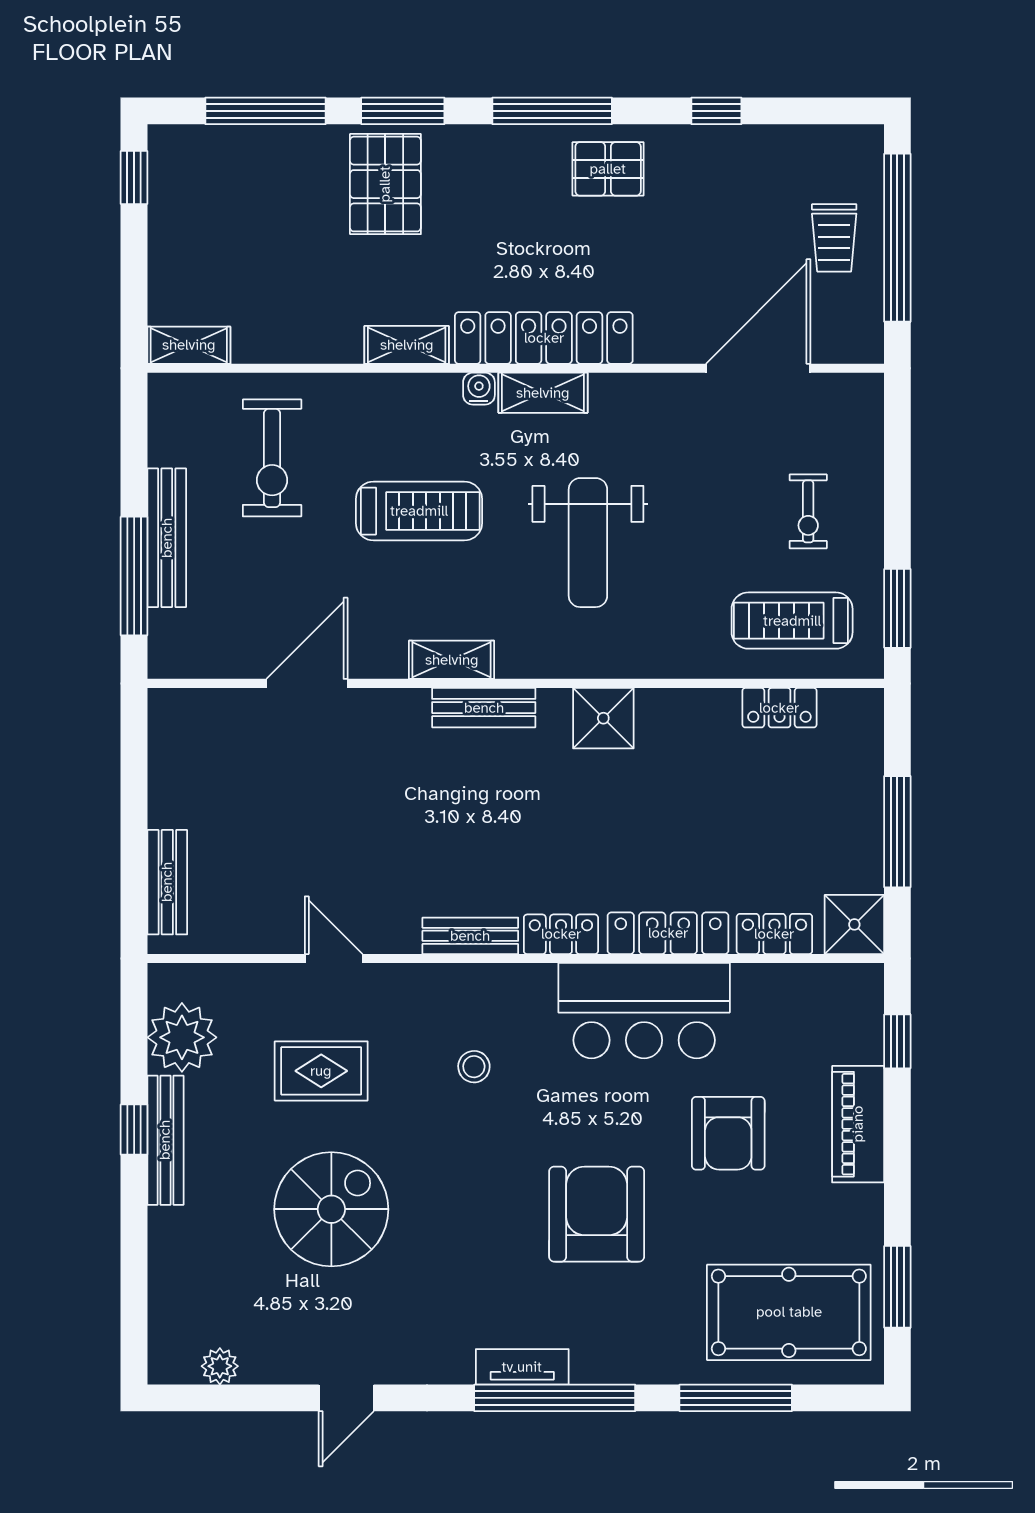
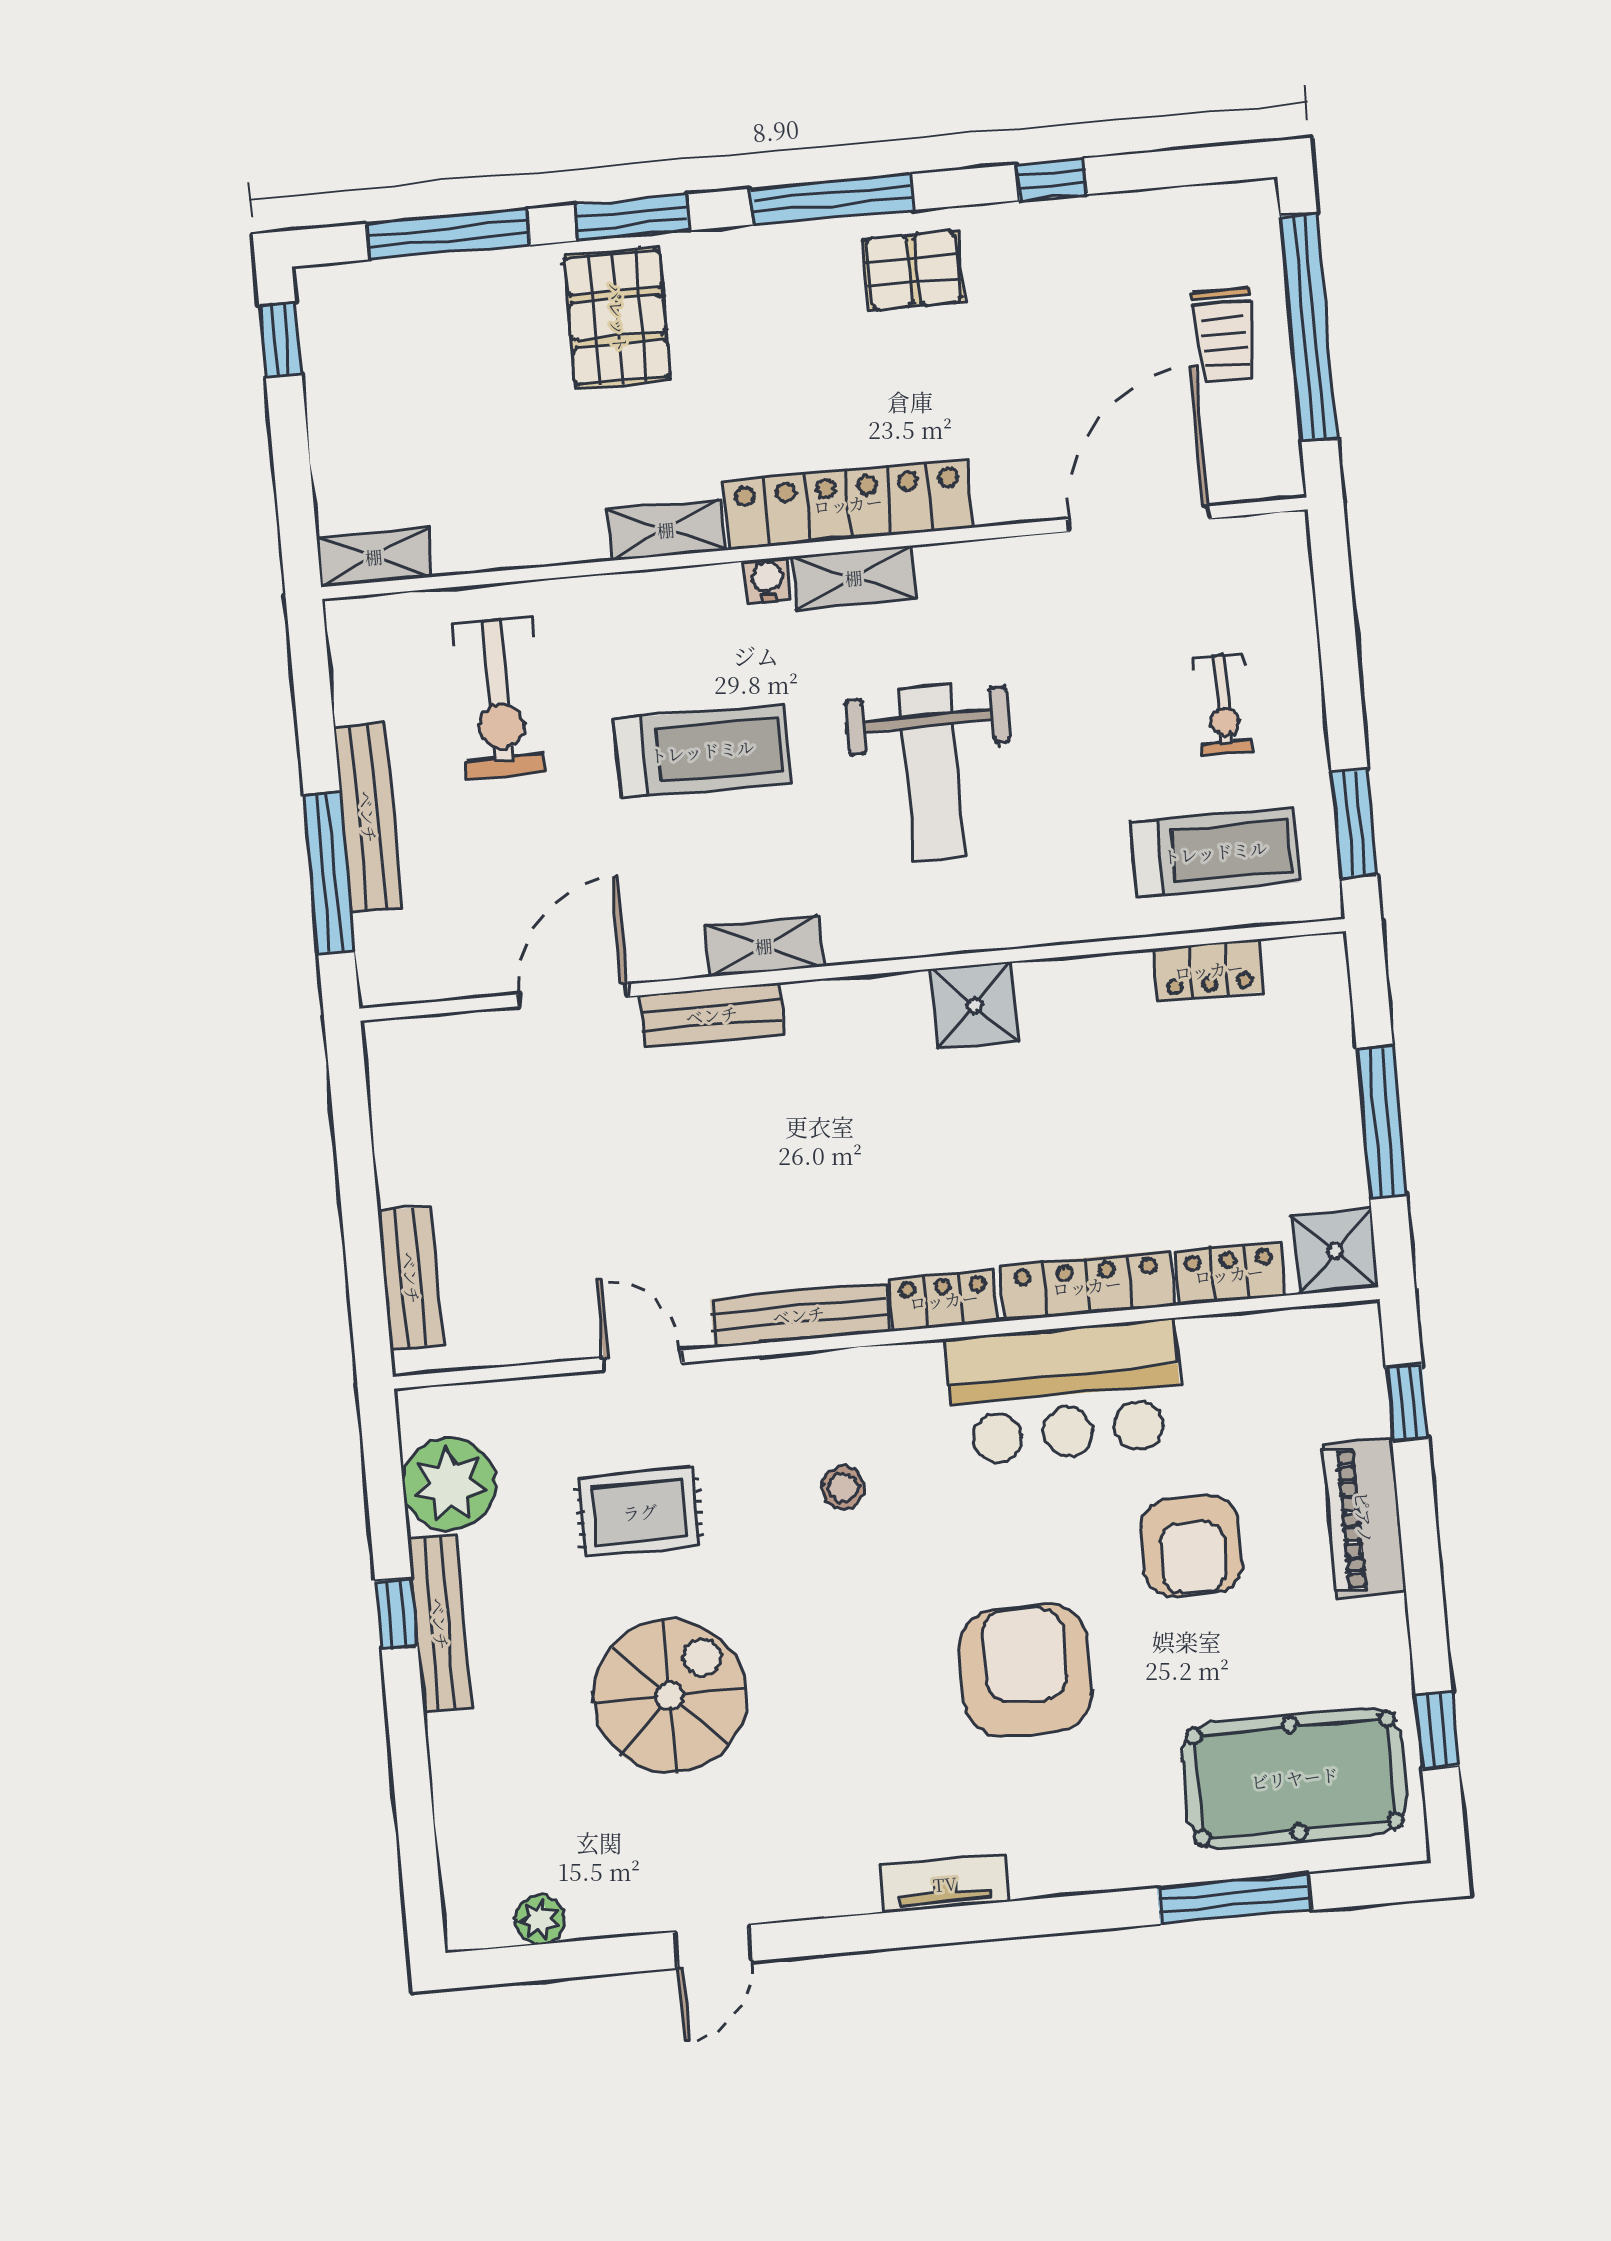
treadmill: (792, 621) -> (1215, 852), turned 180
bench: (484, 708) -> (712, 1015), moved
bench: (470, 936) -> (799, 1315), width x1.36
window: (897, 1287) -> (1437, 1731), width x0.67
window: (555, 1398) -> (992, 1921), removed

